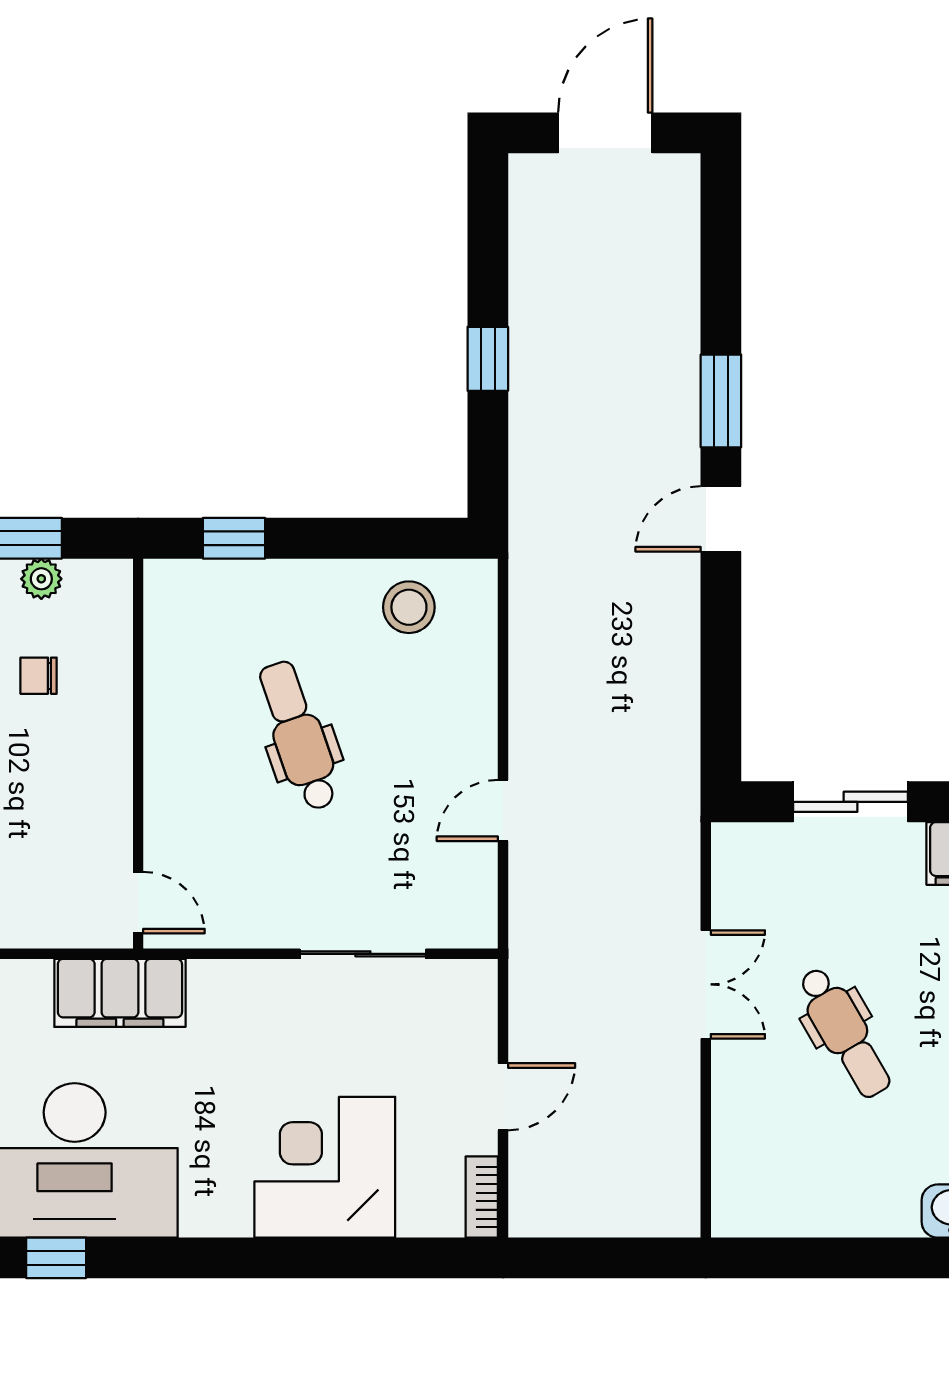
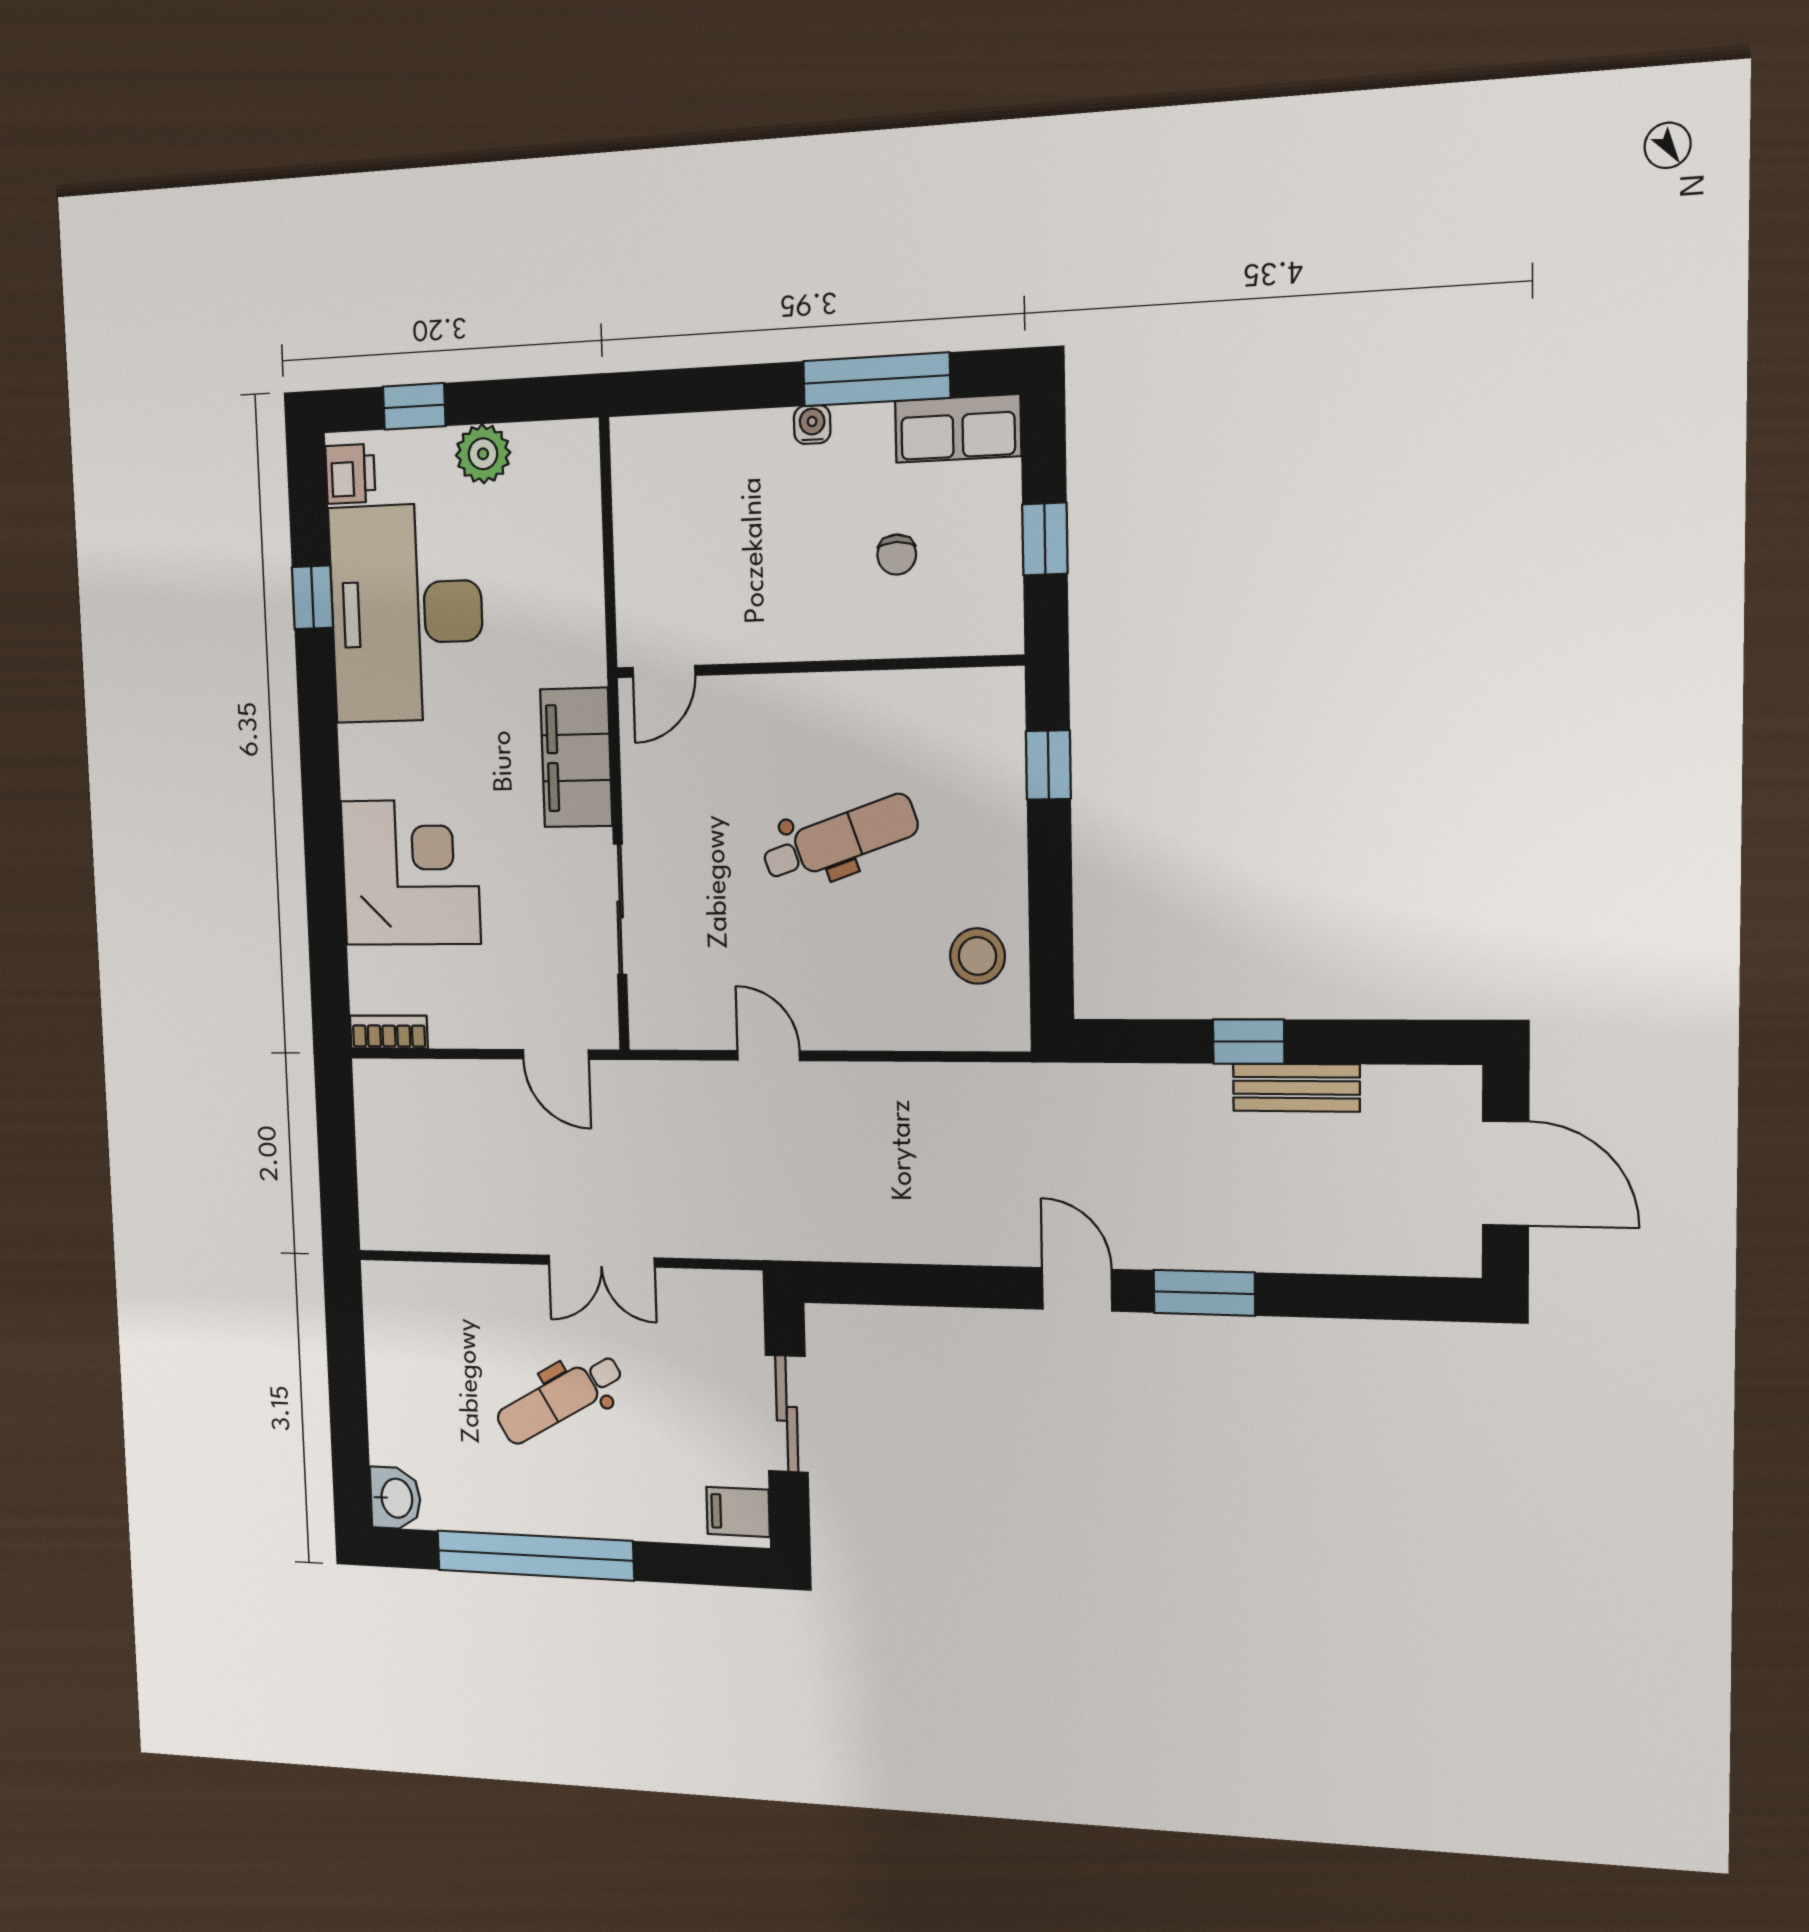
bench: (530, 316) -> (1296, 1088), added
plant: (41, 579) -> (1001, 553), removed
chair: (39, 676) -> (897, 555), turned 180
filing cabinet: (120, 993) -> (576, 758), moved
door: (503, 1097) -> (556, 1054), moved

